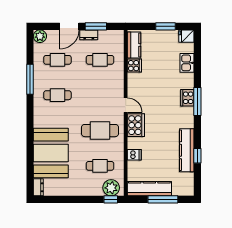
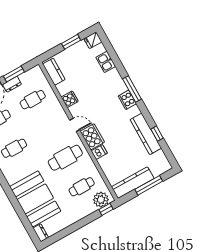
cooker: (134, 66) -> (70, 99), moved
cooker: (187, 98) -> (127, 100), moved
dishwasher: (134, 155) -> (99, 152), moved

